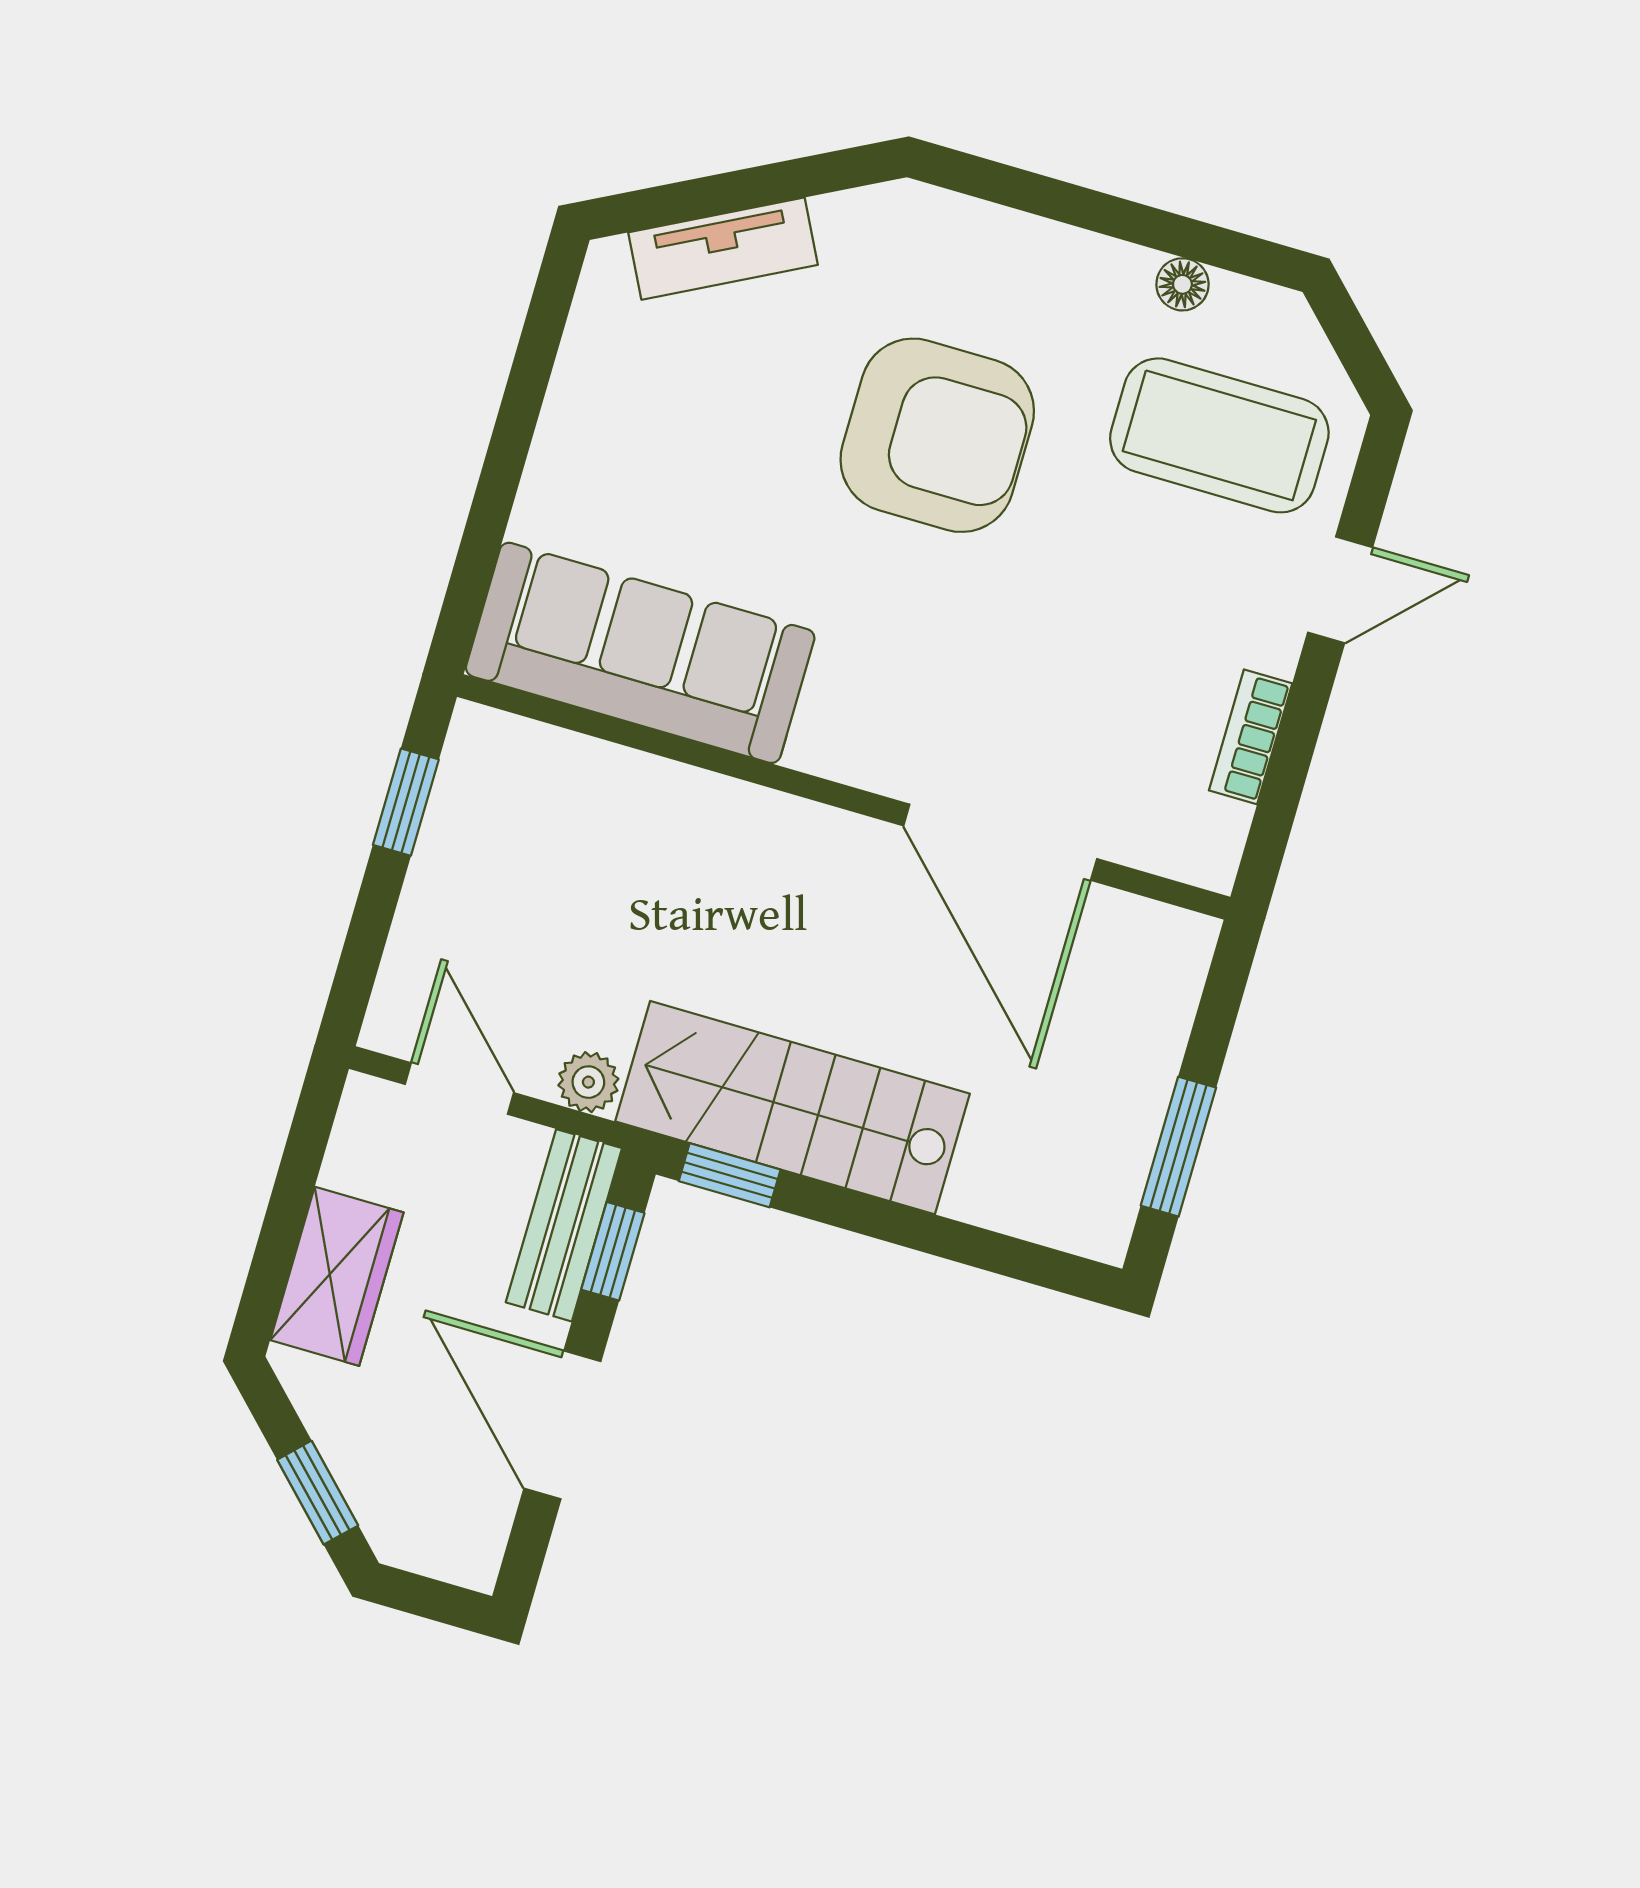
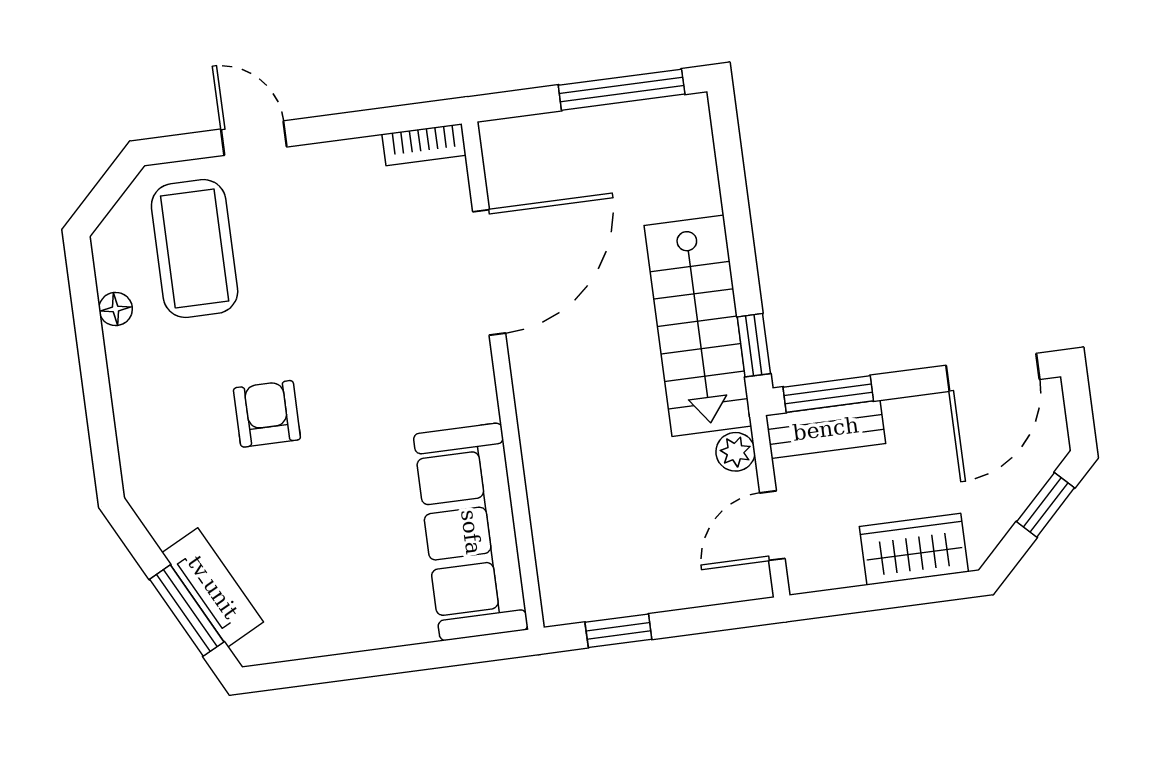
window: (706, 197) -> (187, 611), added
armchair: (937, 435) -> (267, 414), width x0.53, depth x0.53
bookcase: (1251, 737) -> (424, 145), moved
window: (1178, 1147) -> (622, 90), width x1.44
window: (613, 1251) -> (828, 394), width x1.50
door: (562, 1425) -> (993, 372), moved

